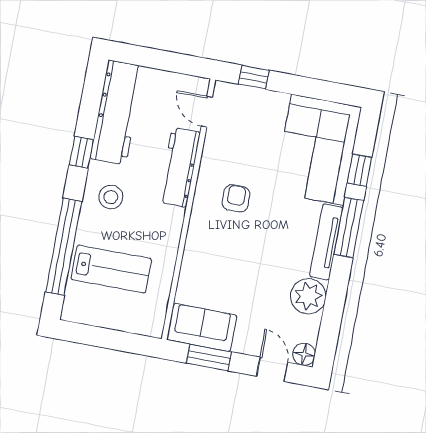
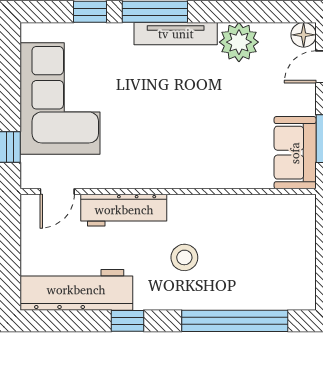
corner sofa: (317, 150) -> (60, 98), moved, turned -90
stool: (111, 197) -> (184, 257), moved
armchair: (236, 198) -> (146, 142), removed
lab bench: (111, 269) -> (250, 264), removed

